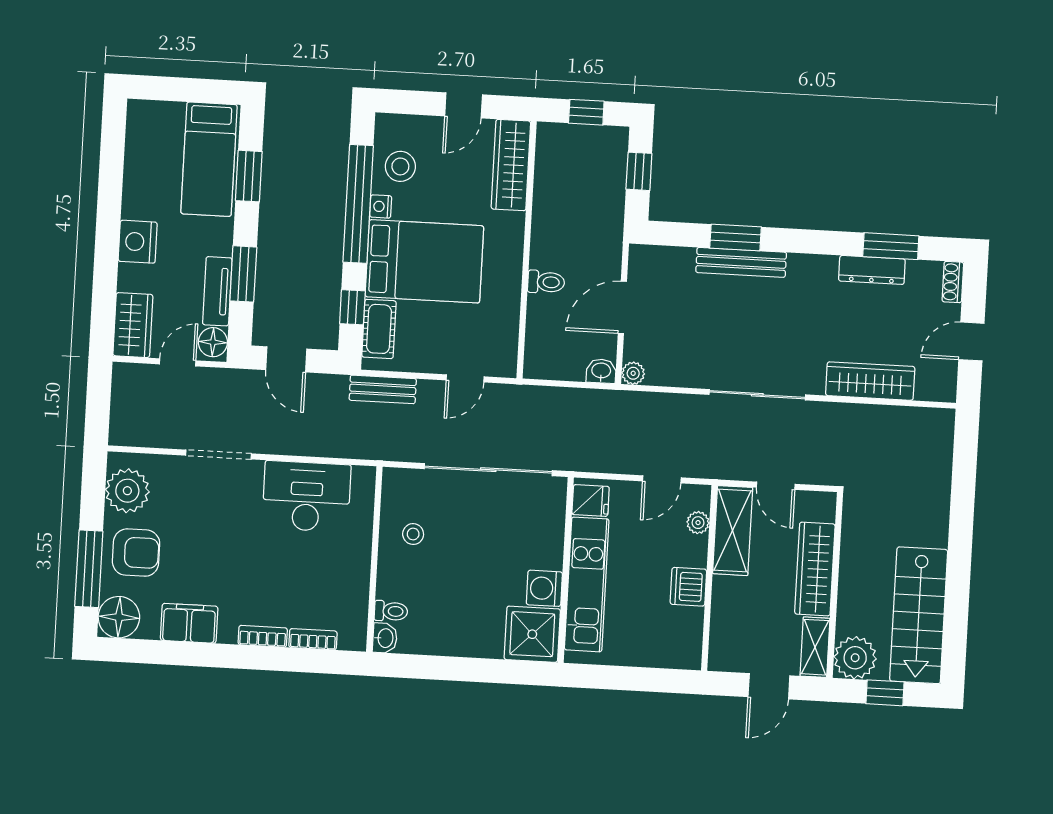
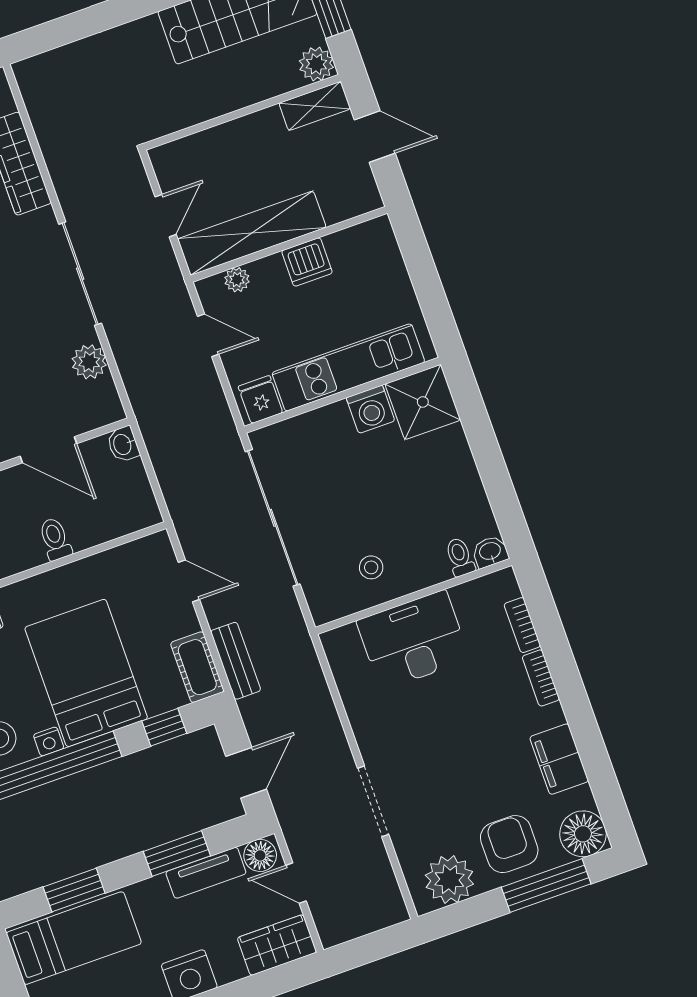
cot: (379, 329) -> (197, 667), moved, turned 90
plant: (633, 373) -> (89, 362), moved, width x1.38, depth x1.38
desk: (306, 496) -> (413, 640), moved, turned 90
shelving: (733, 531) -> (252, 233), width x1.47
wardrobe: (815, 569) -> (234, 140), removed
plant: (855, 658) -> (316, 64), width x0.73, depth x0.73

